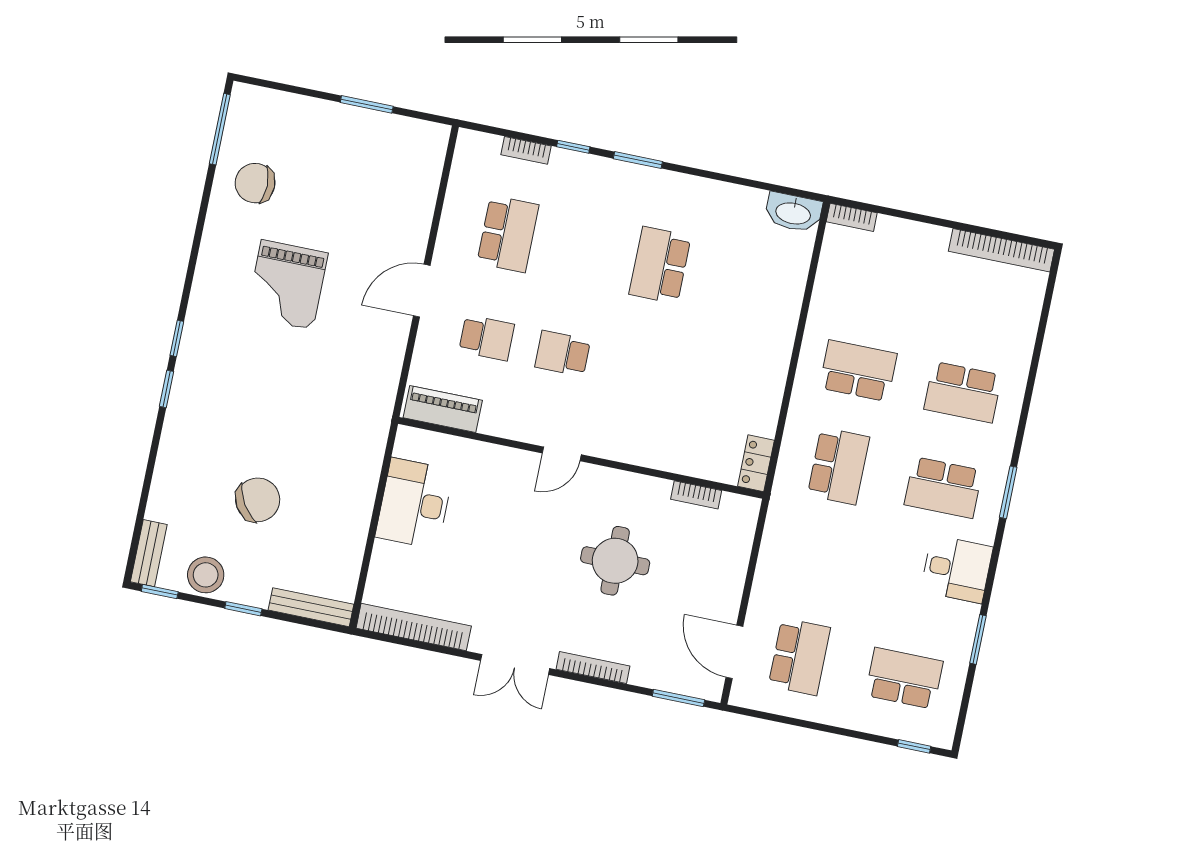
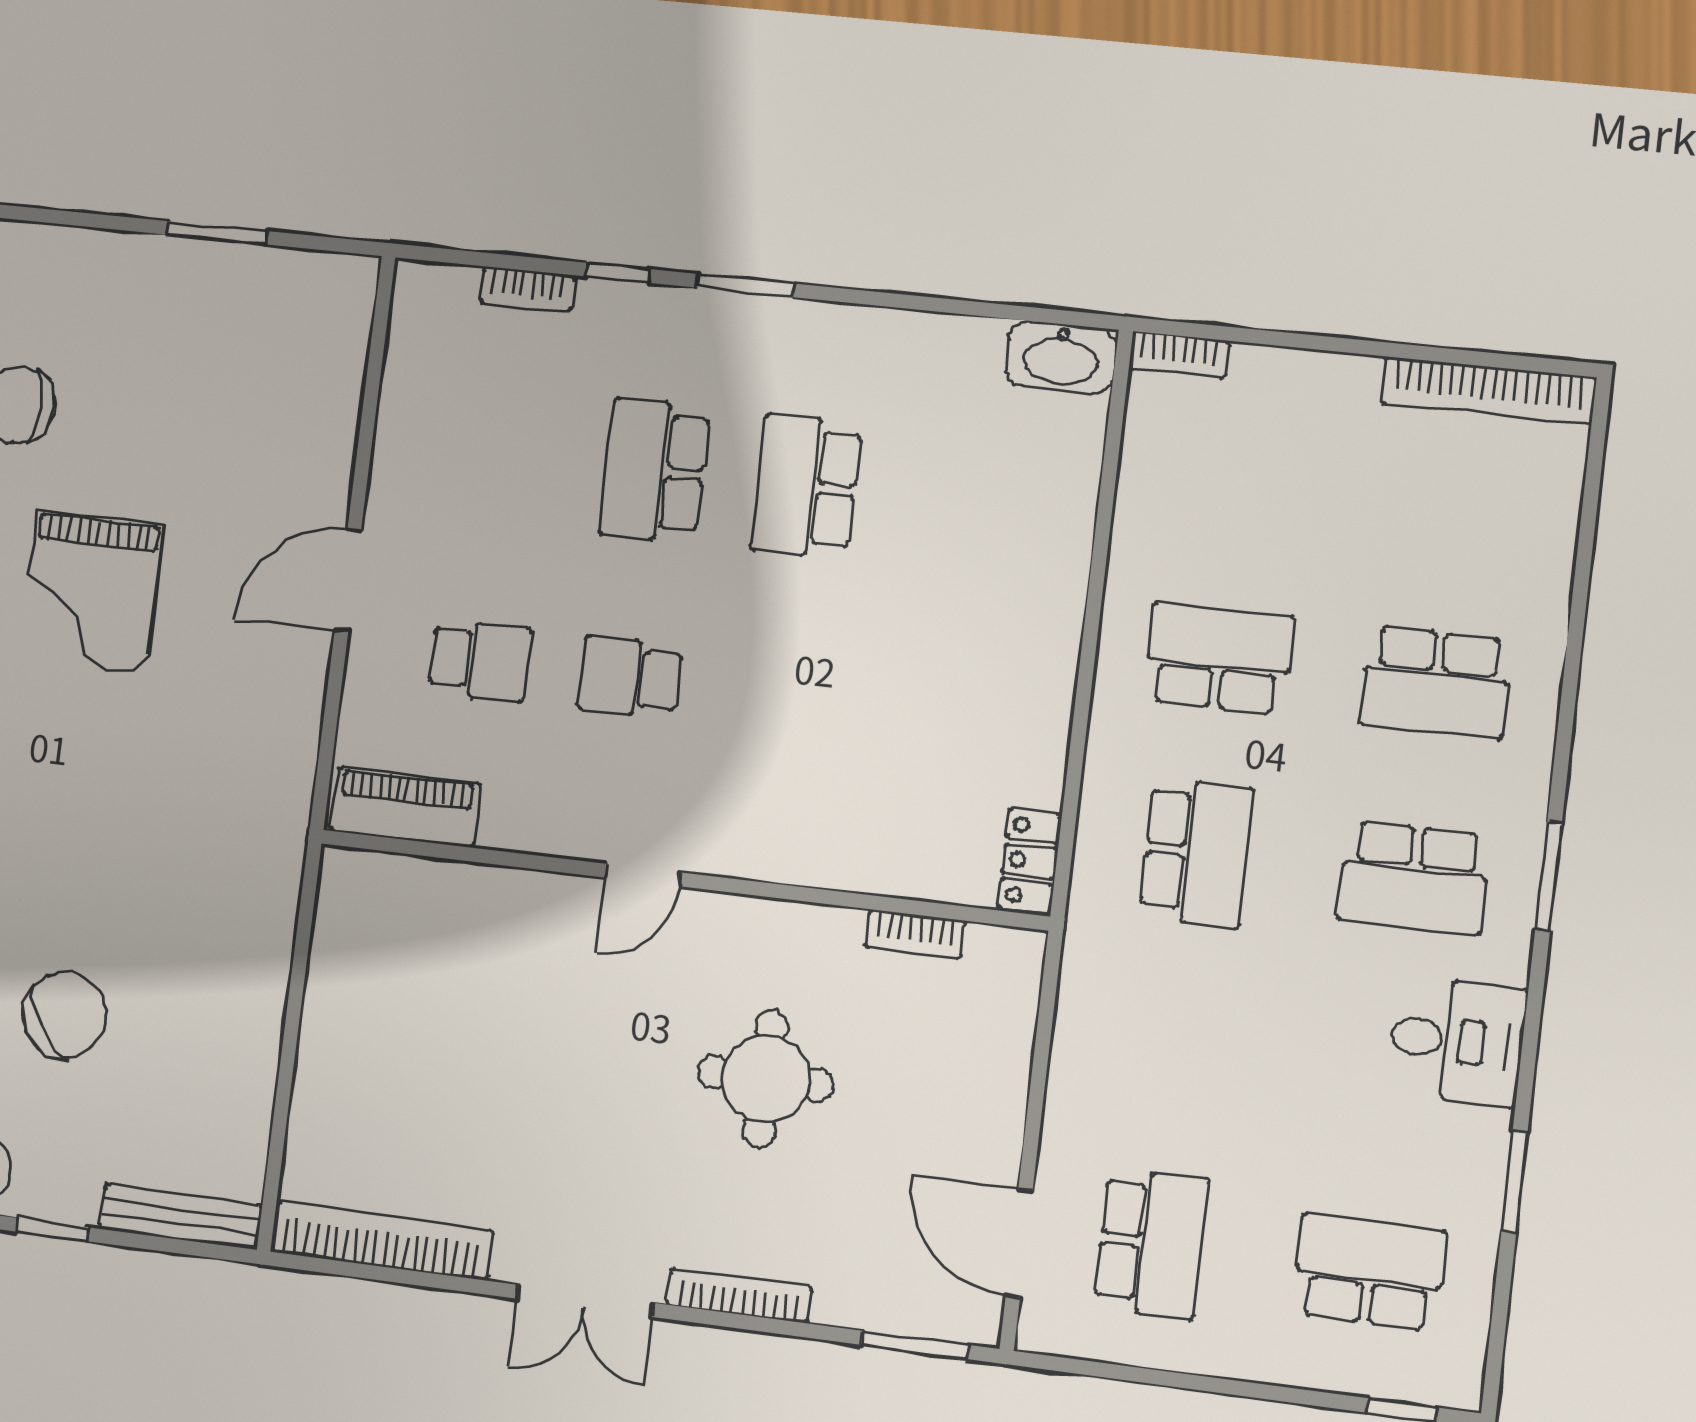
school desk: (508, 234) -> (655, 470), moved, turned 180
desk: (414, 503) -> (365, 997), removed

